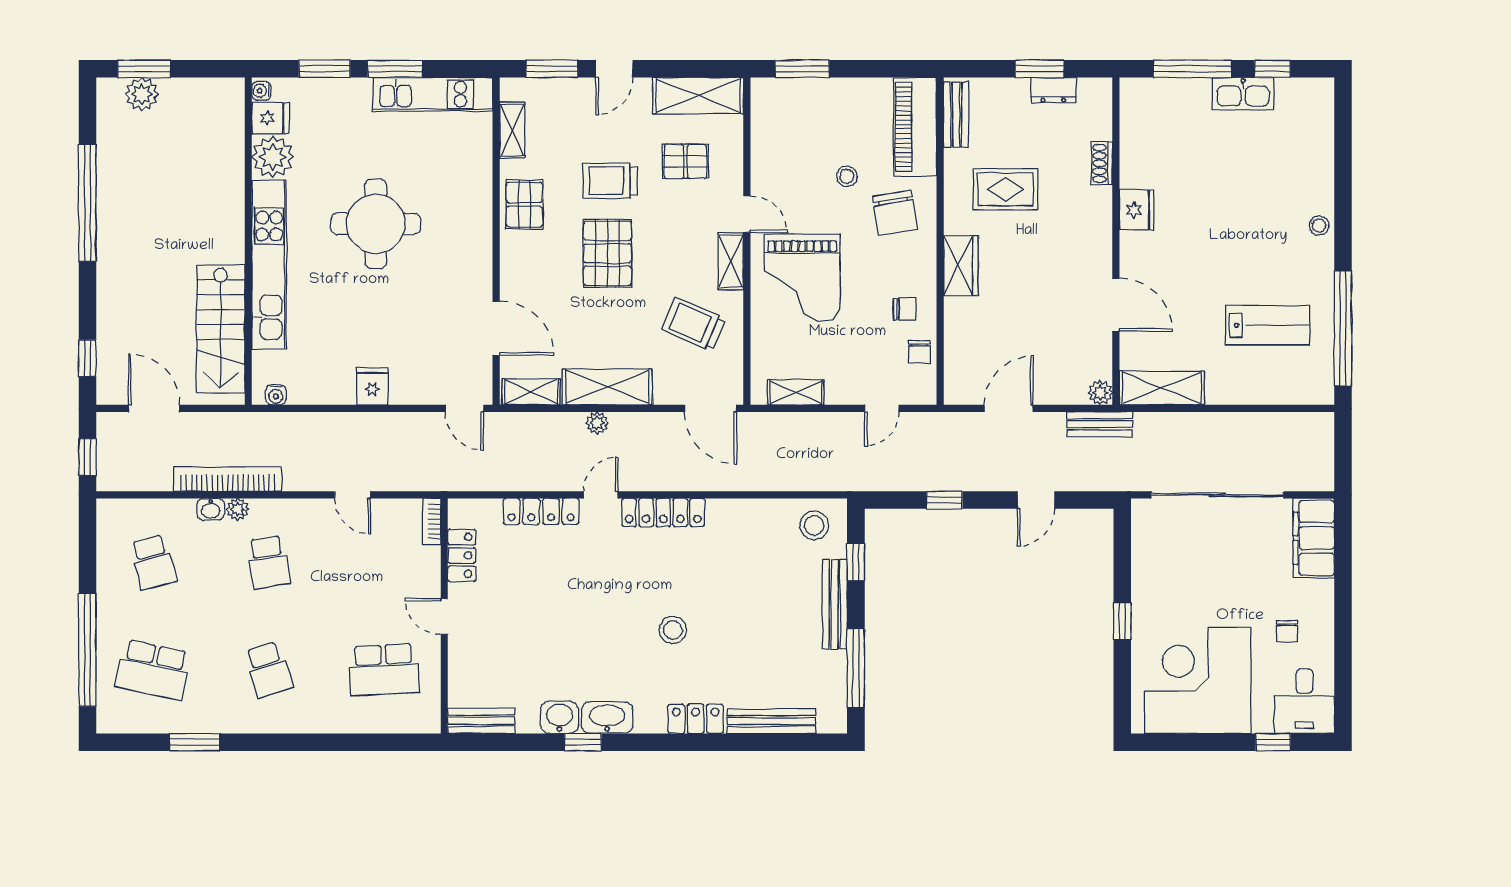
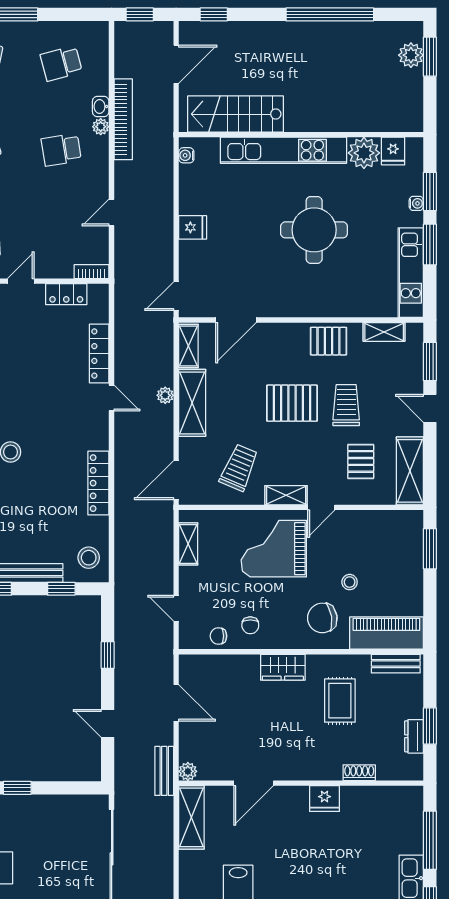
water cooler: (261, 91) -> (416, 203), moved, turned 90
locker: (663, 512) -> (98, 483), moved

